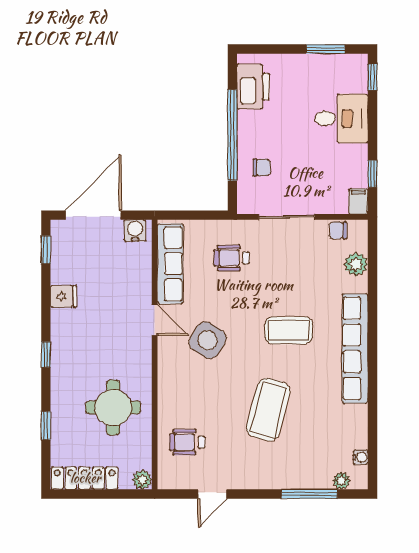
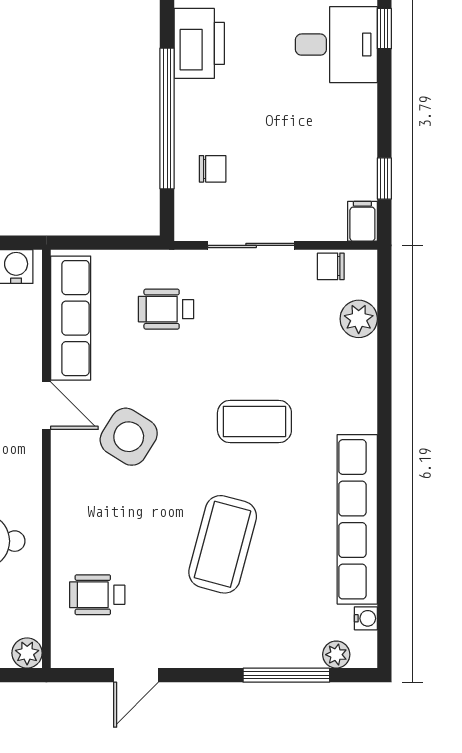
desk: (342, 118) -> (336, 45), moved
row of seats: (355, 348) -> (357, 519), moved

